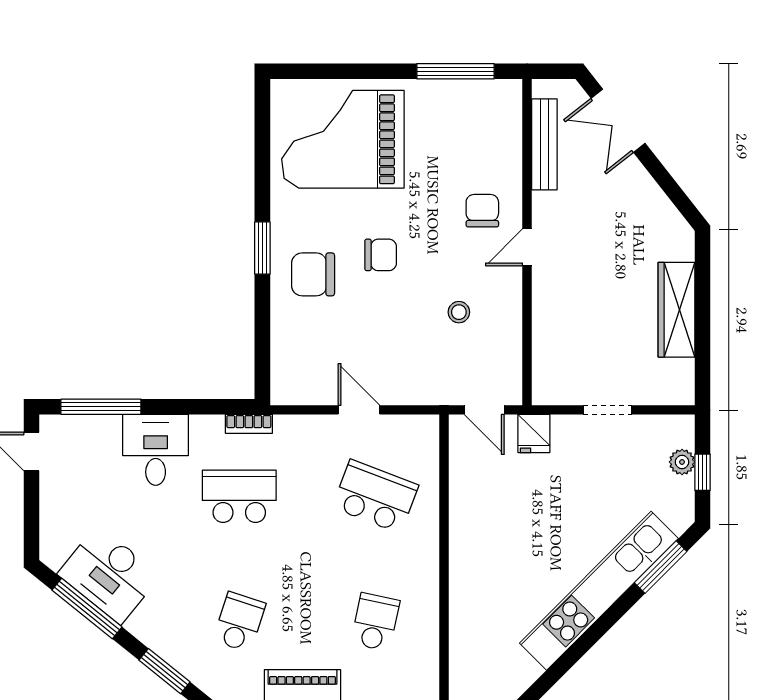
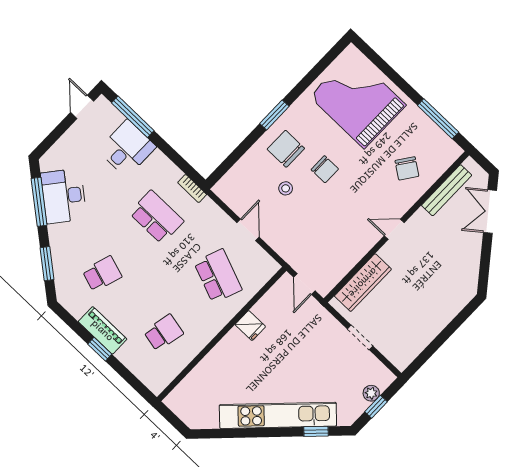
chair: (482, 211) -> (407, 168), moved, turned 125
wardrobe: (676, 310) -> (363, 283), moved, turned 180
stool: (459, 312) -> (286, 188), moved
fridge: (534, 434) -> (250, 326), moved, turned -90
desk: (156, 450) -> (127, 148), moved
window: (661, 567) -> (316, 431), width x0.67

